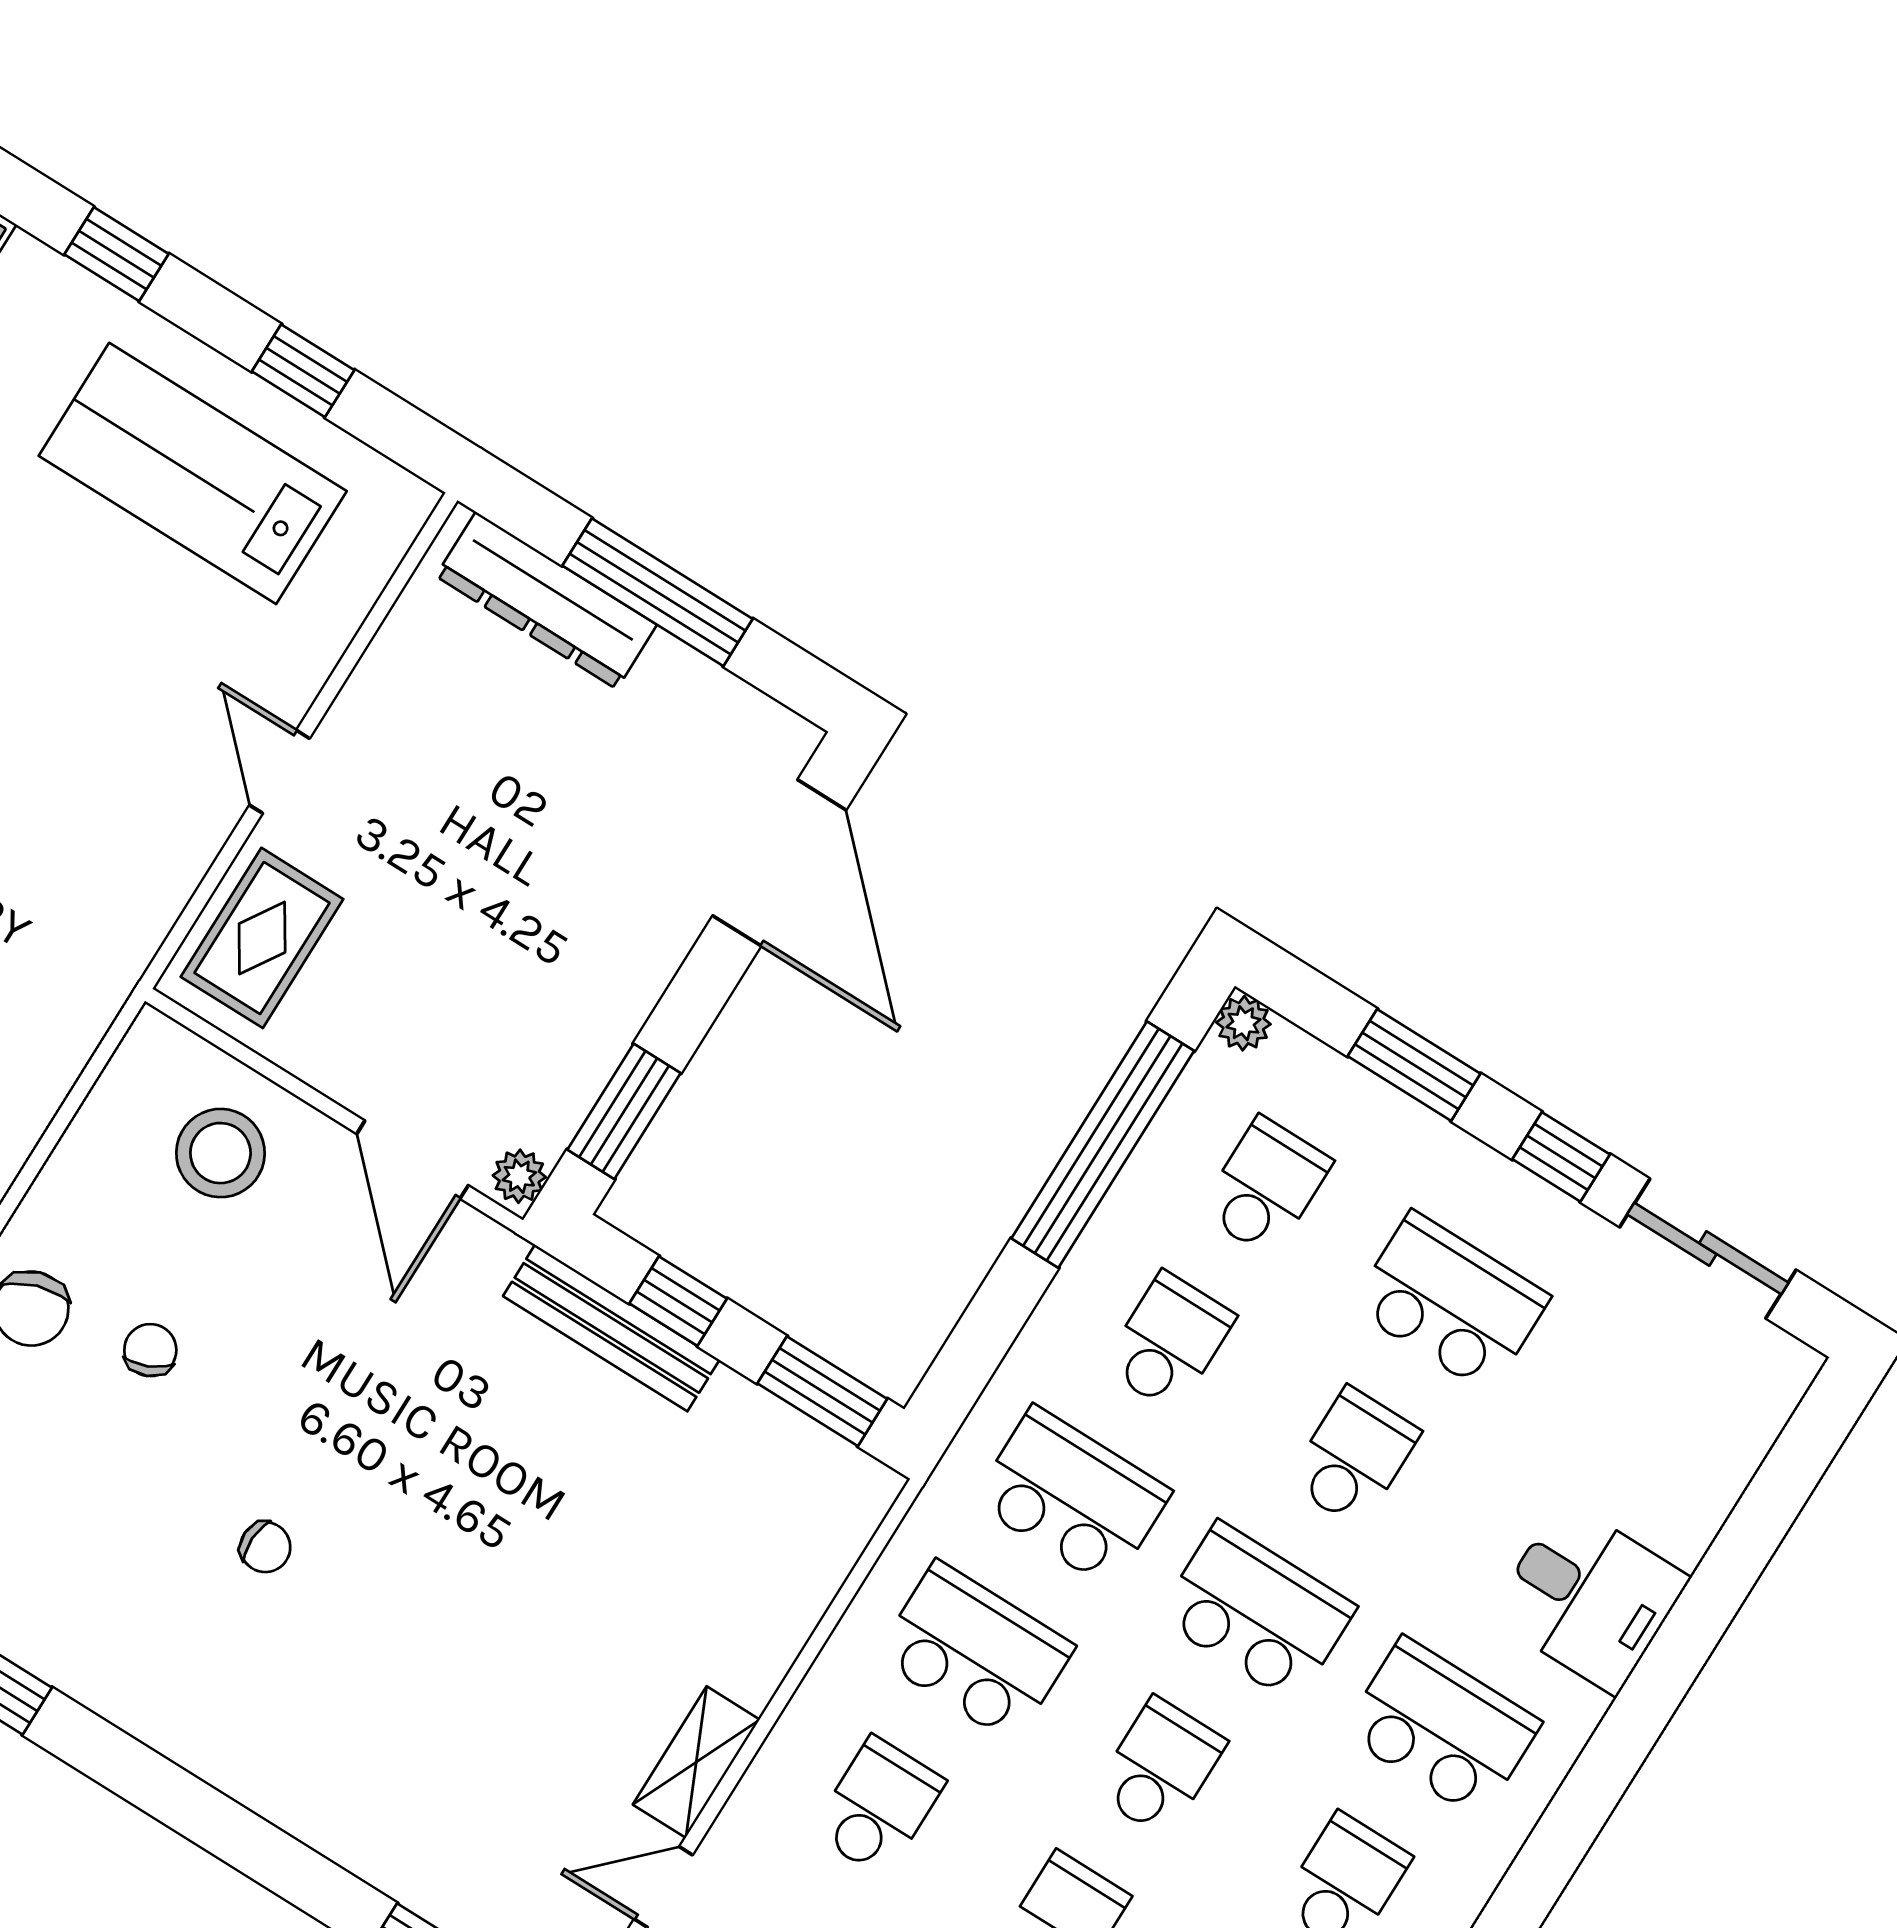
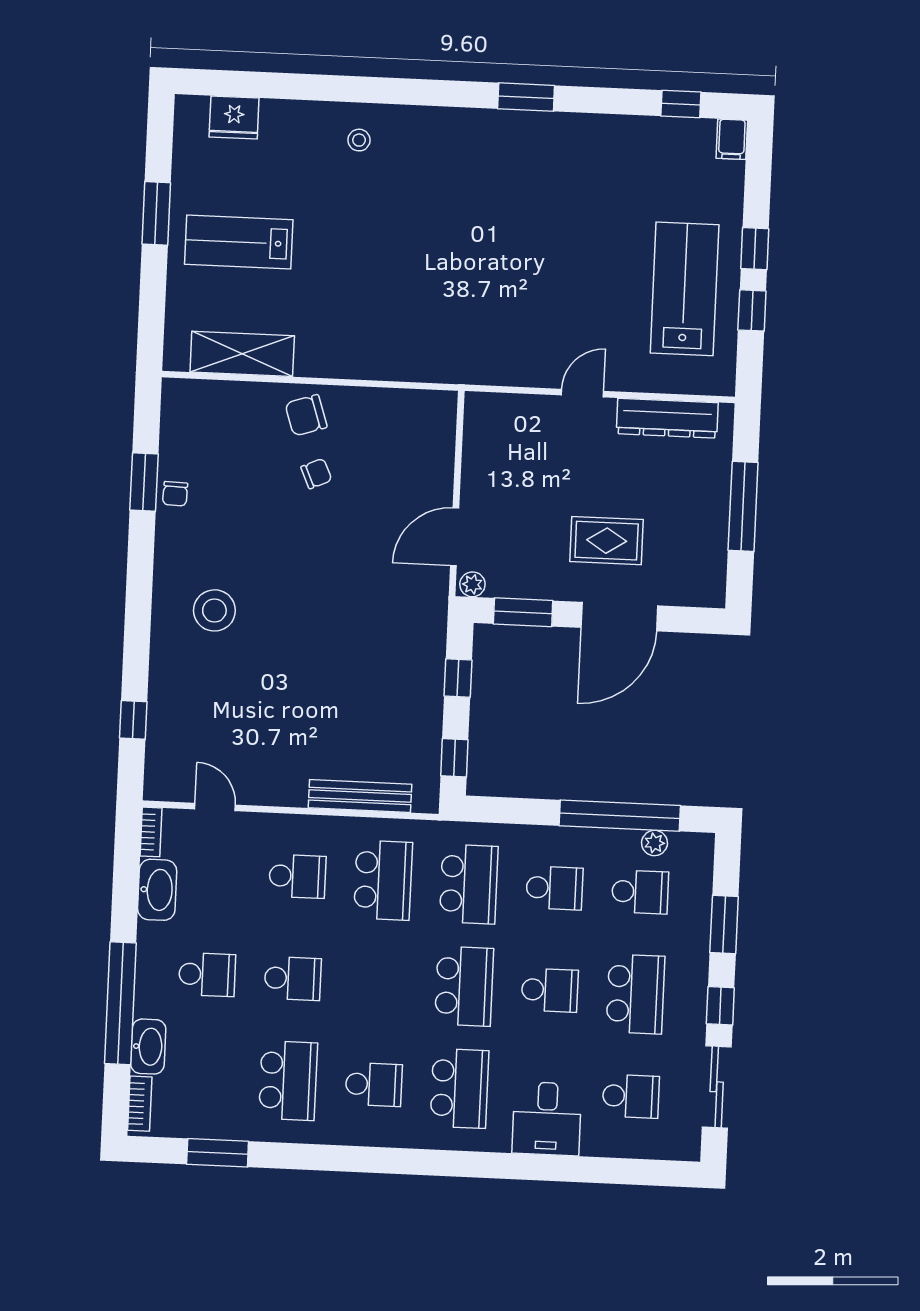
window: (116, 254) -> (755, 249), moved
dresser: (546, 600) -> (667, 418), moved, turned -90
door: (779, 863) -> (619, 617), moved
rug: (262, 938) -> (607, 541), moved
plant: (1243, 1023) -> (654, 843), moved
stool: (220, 1153) -> (214, 610), moved
bench: (611, 1328) -> (360, 796), moved, turned 90
window: (822, 1391) -> (454, 758), width x0.67
chair: (265, 1547) -> (175, 494), moved
shelving: (696, 1762) -> (274, 792), removed
school desk: (1160, 1767) -> (631, 1096), moved

